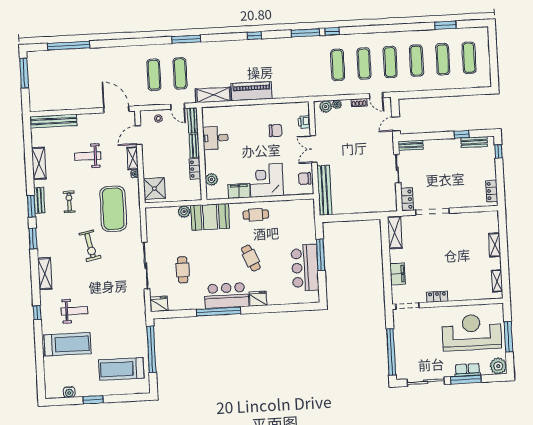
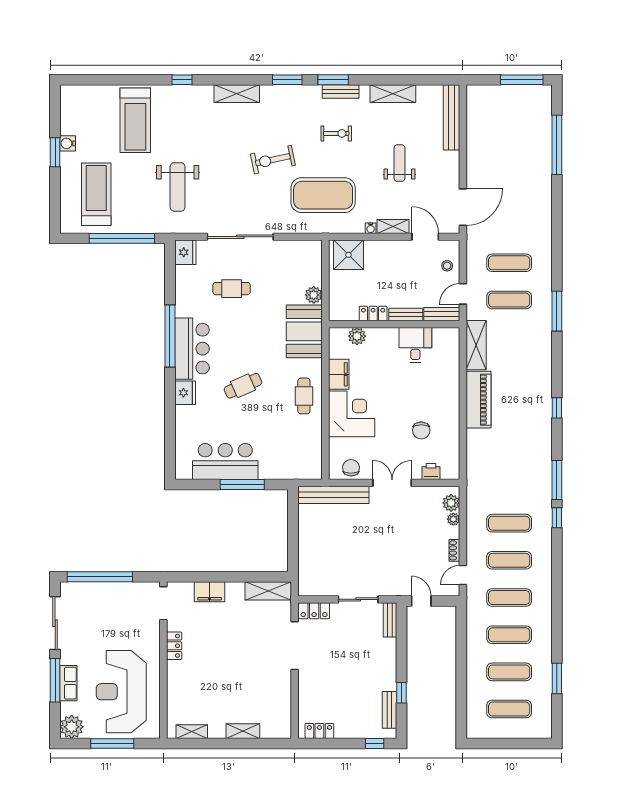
weight bench: (74, 311) -> (178, 187), moved, width x1.36, depth x1.33
reception desk: (472, 332) -> (121, 692), turned 180
water cooler: (69, 392) -> (68, 143), moved

